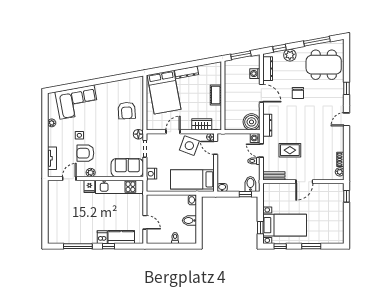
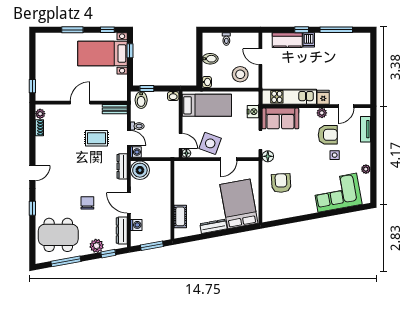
cot: (216, 95) -> (180, 216), moved
wardrobe: (202, 124) -> (196, 167), removed
stool: (163, 207) -> (240, 74), added

